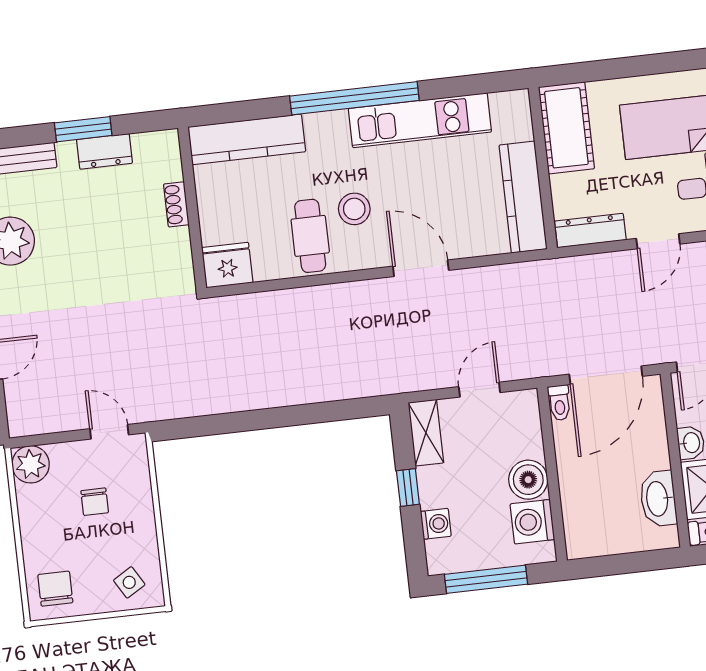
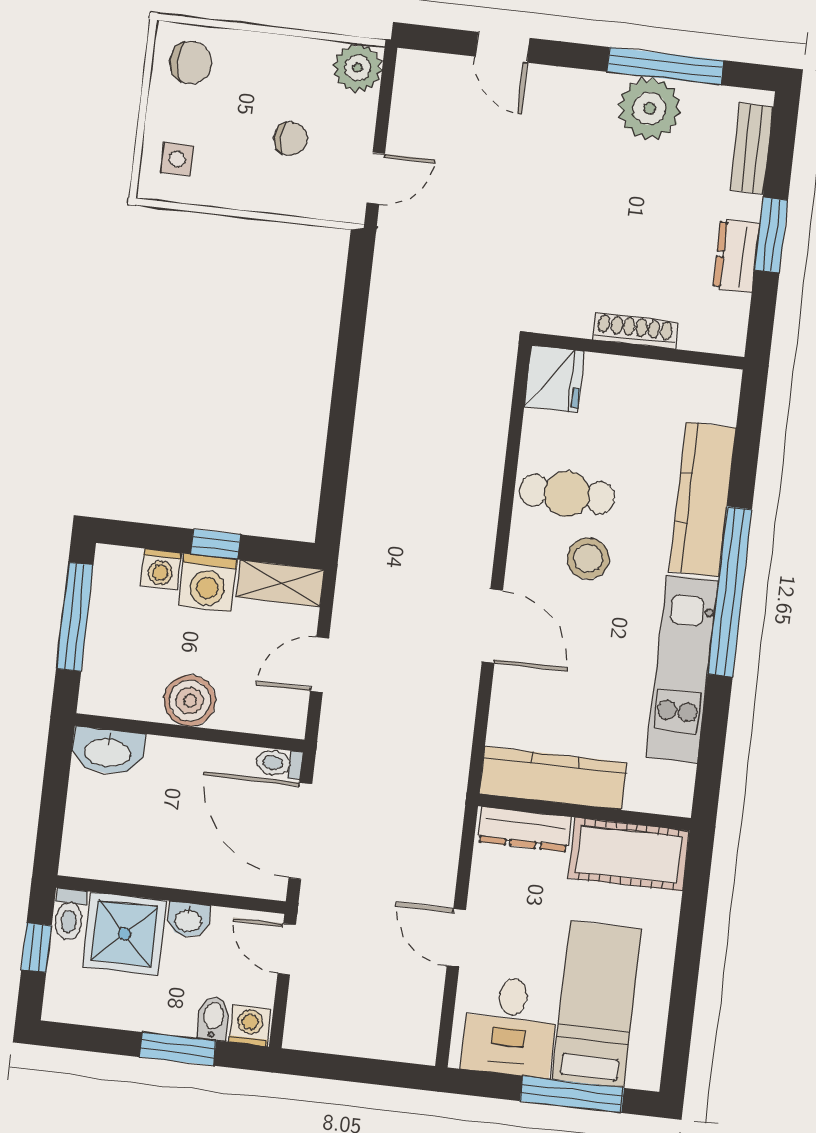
kitchen counter: (247, 139) -> (703, 500), moved
shoe rack: (176, 204) -> (635, 331), width x1.43
dresser: (590, 231) -> (525, 829), moved, turned 90
door: (421, 268) -> (492, 626), hinge flipped
door: (479, 390) -> (320, 665), swing flipped
washbasin: (658, 499) -> (108, 751), moved, turned 180
chair: (95, 502) -> (291, 139), turned 180
washing machine: (532, 522) -> (208, 583), moved, turned 180
side table: (129, 582) -> (177, 159), turned 31

